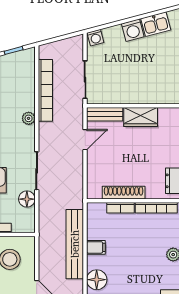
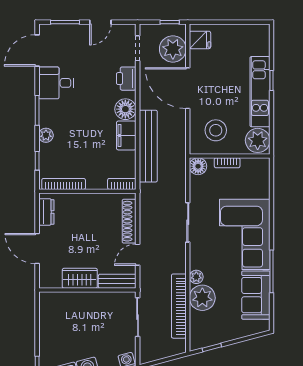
plant: (23, 98) -> (202, 298), added
shoe rack: (124, 193) -> (129, 221), moved, turned 90
floor lamp: (27, 199) -> (198, 166), moved
bookcase: (120, 208) -> (122, 184), moved
filing cabinet: (96, 247) -> (126, 135), width x2.00

